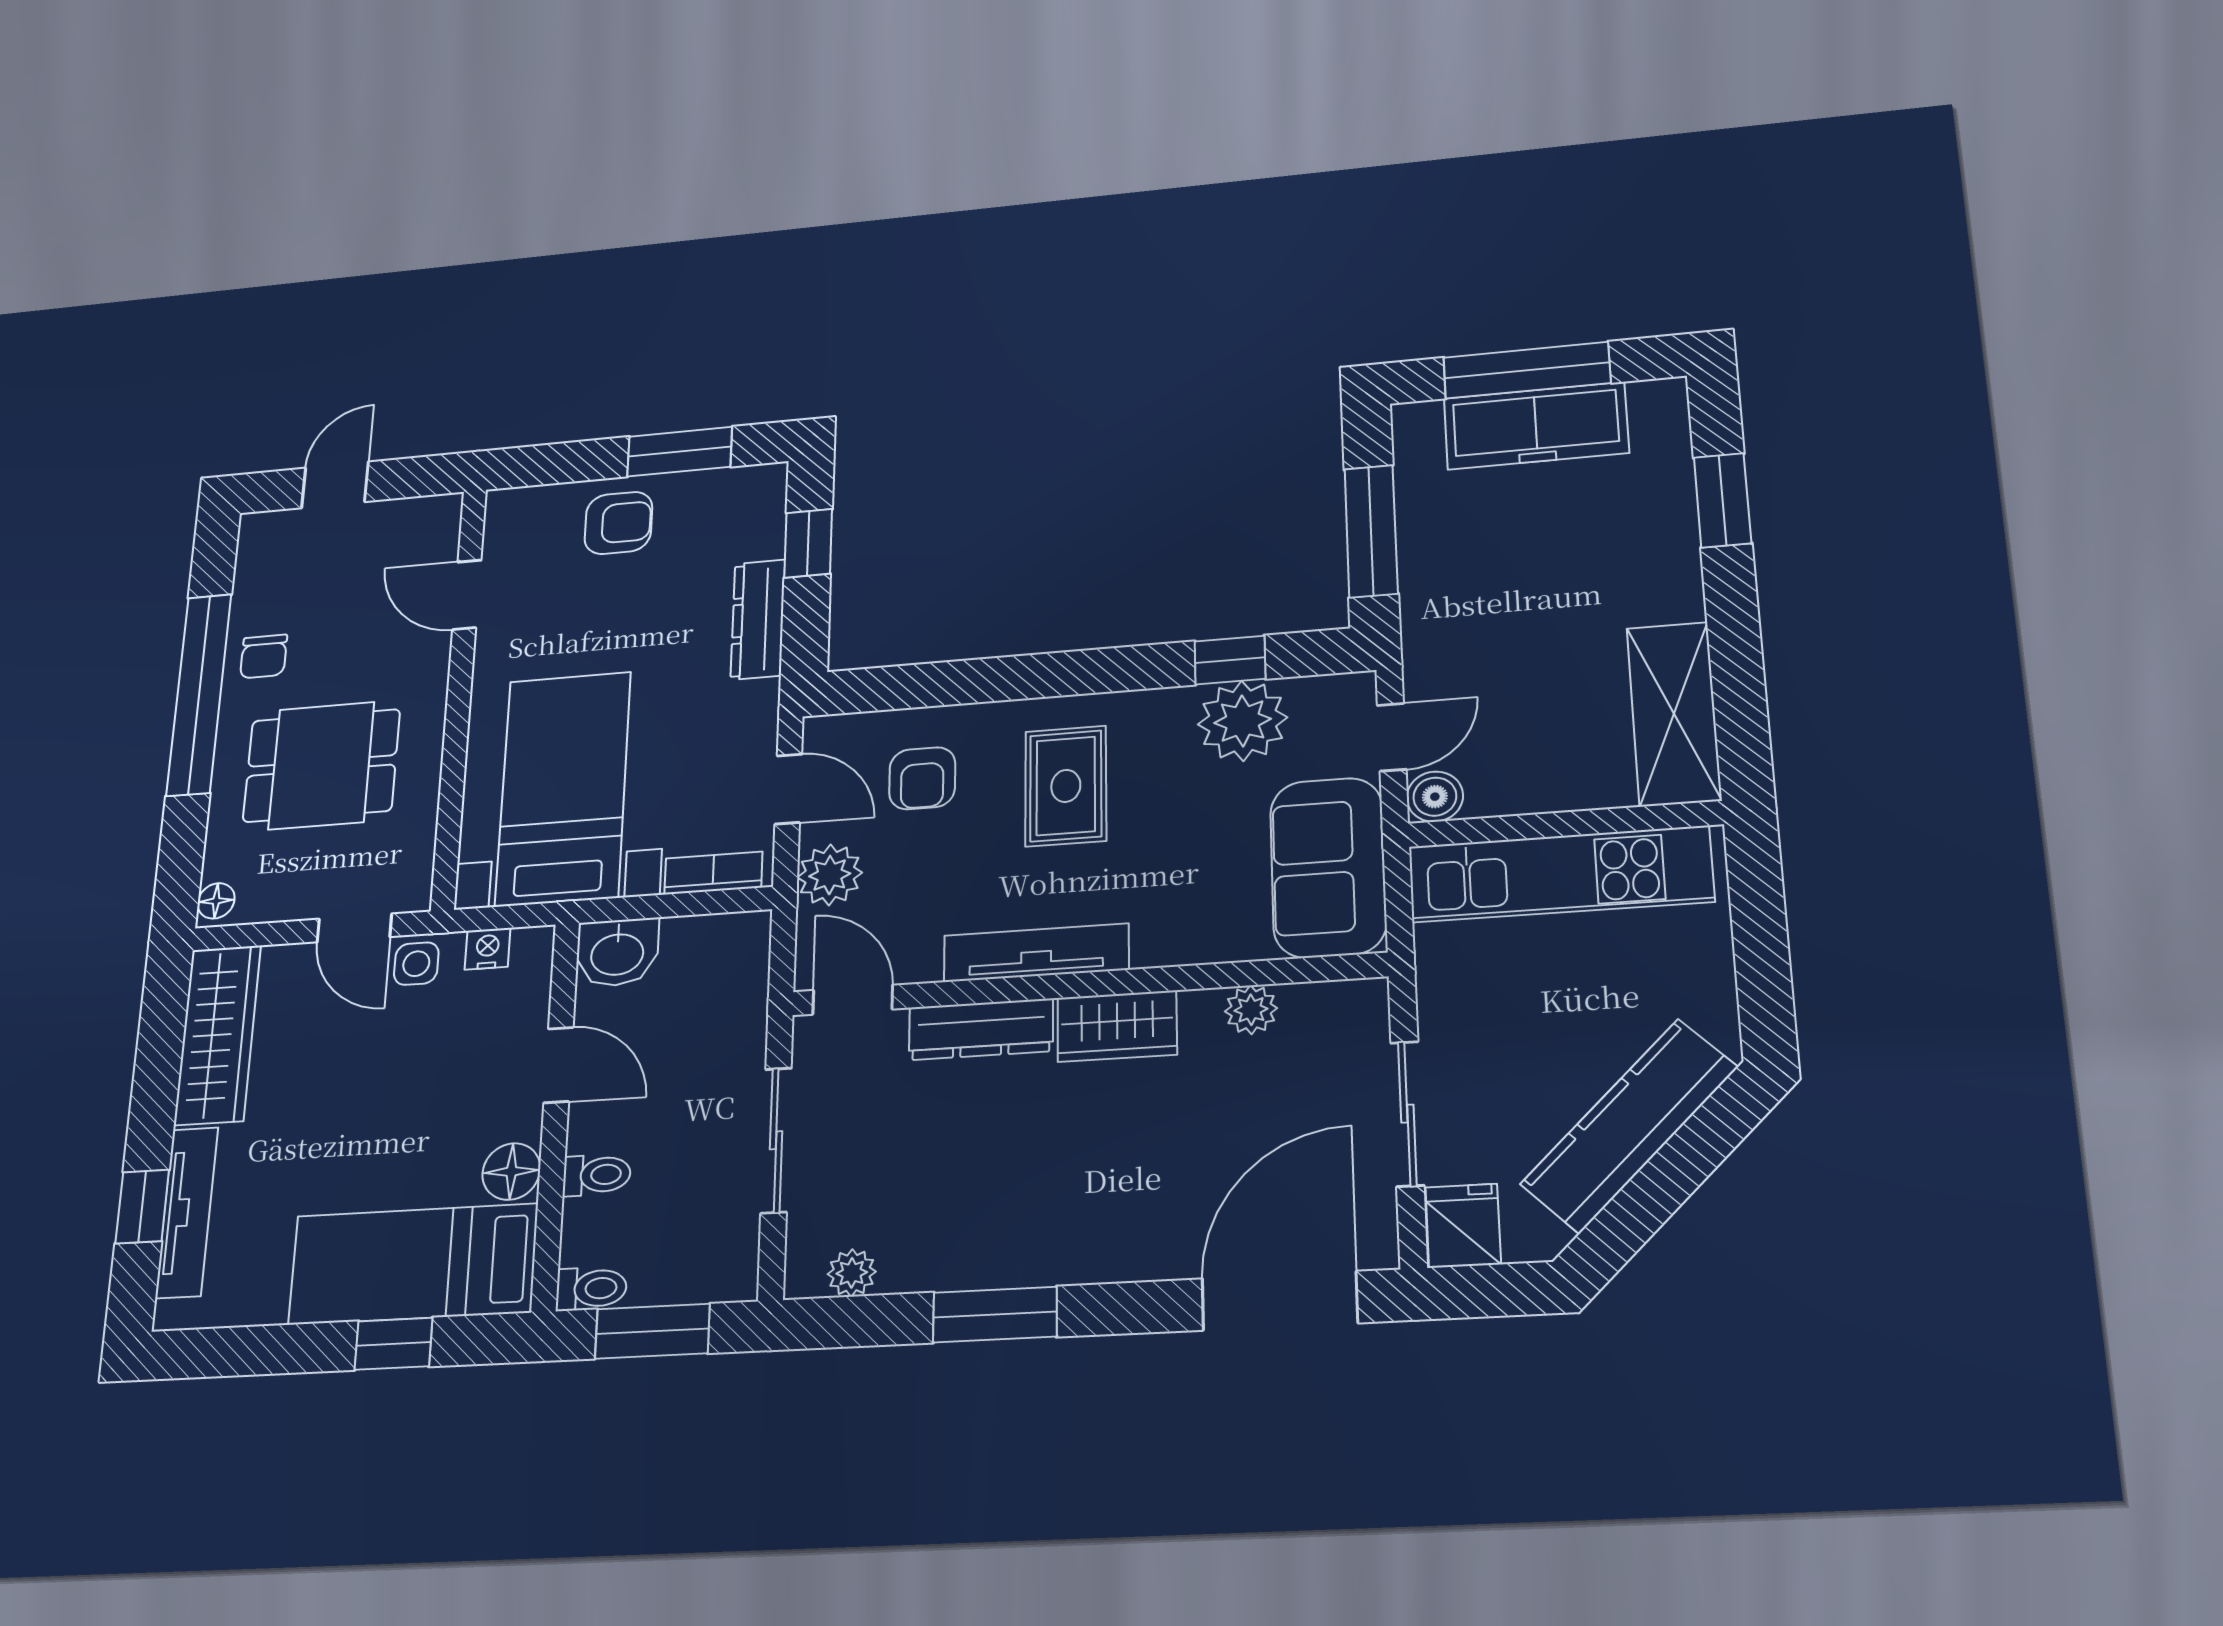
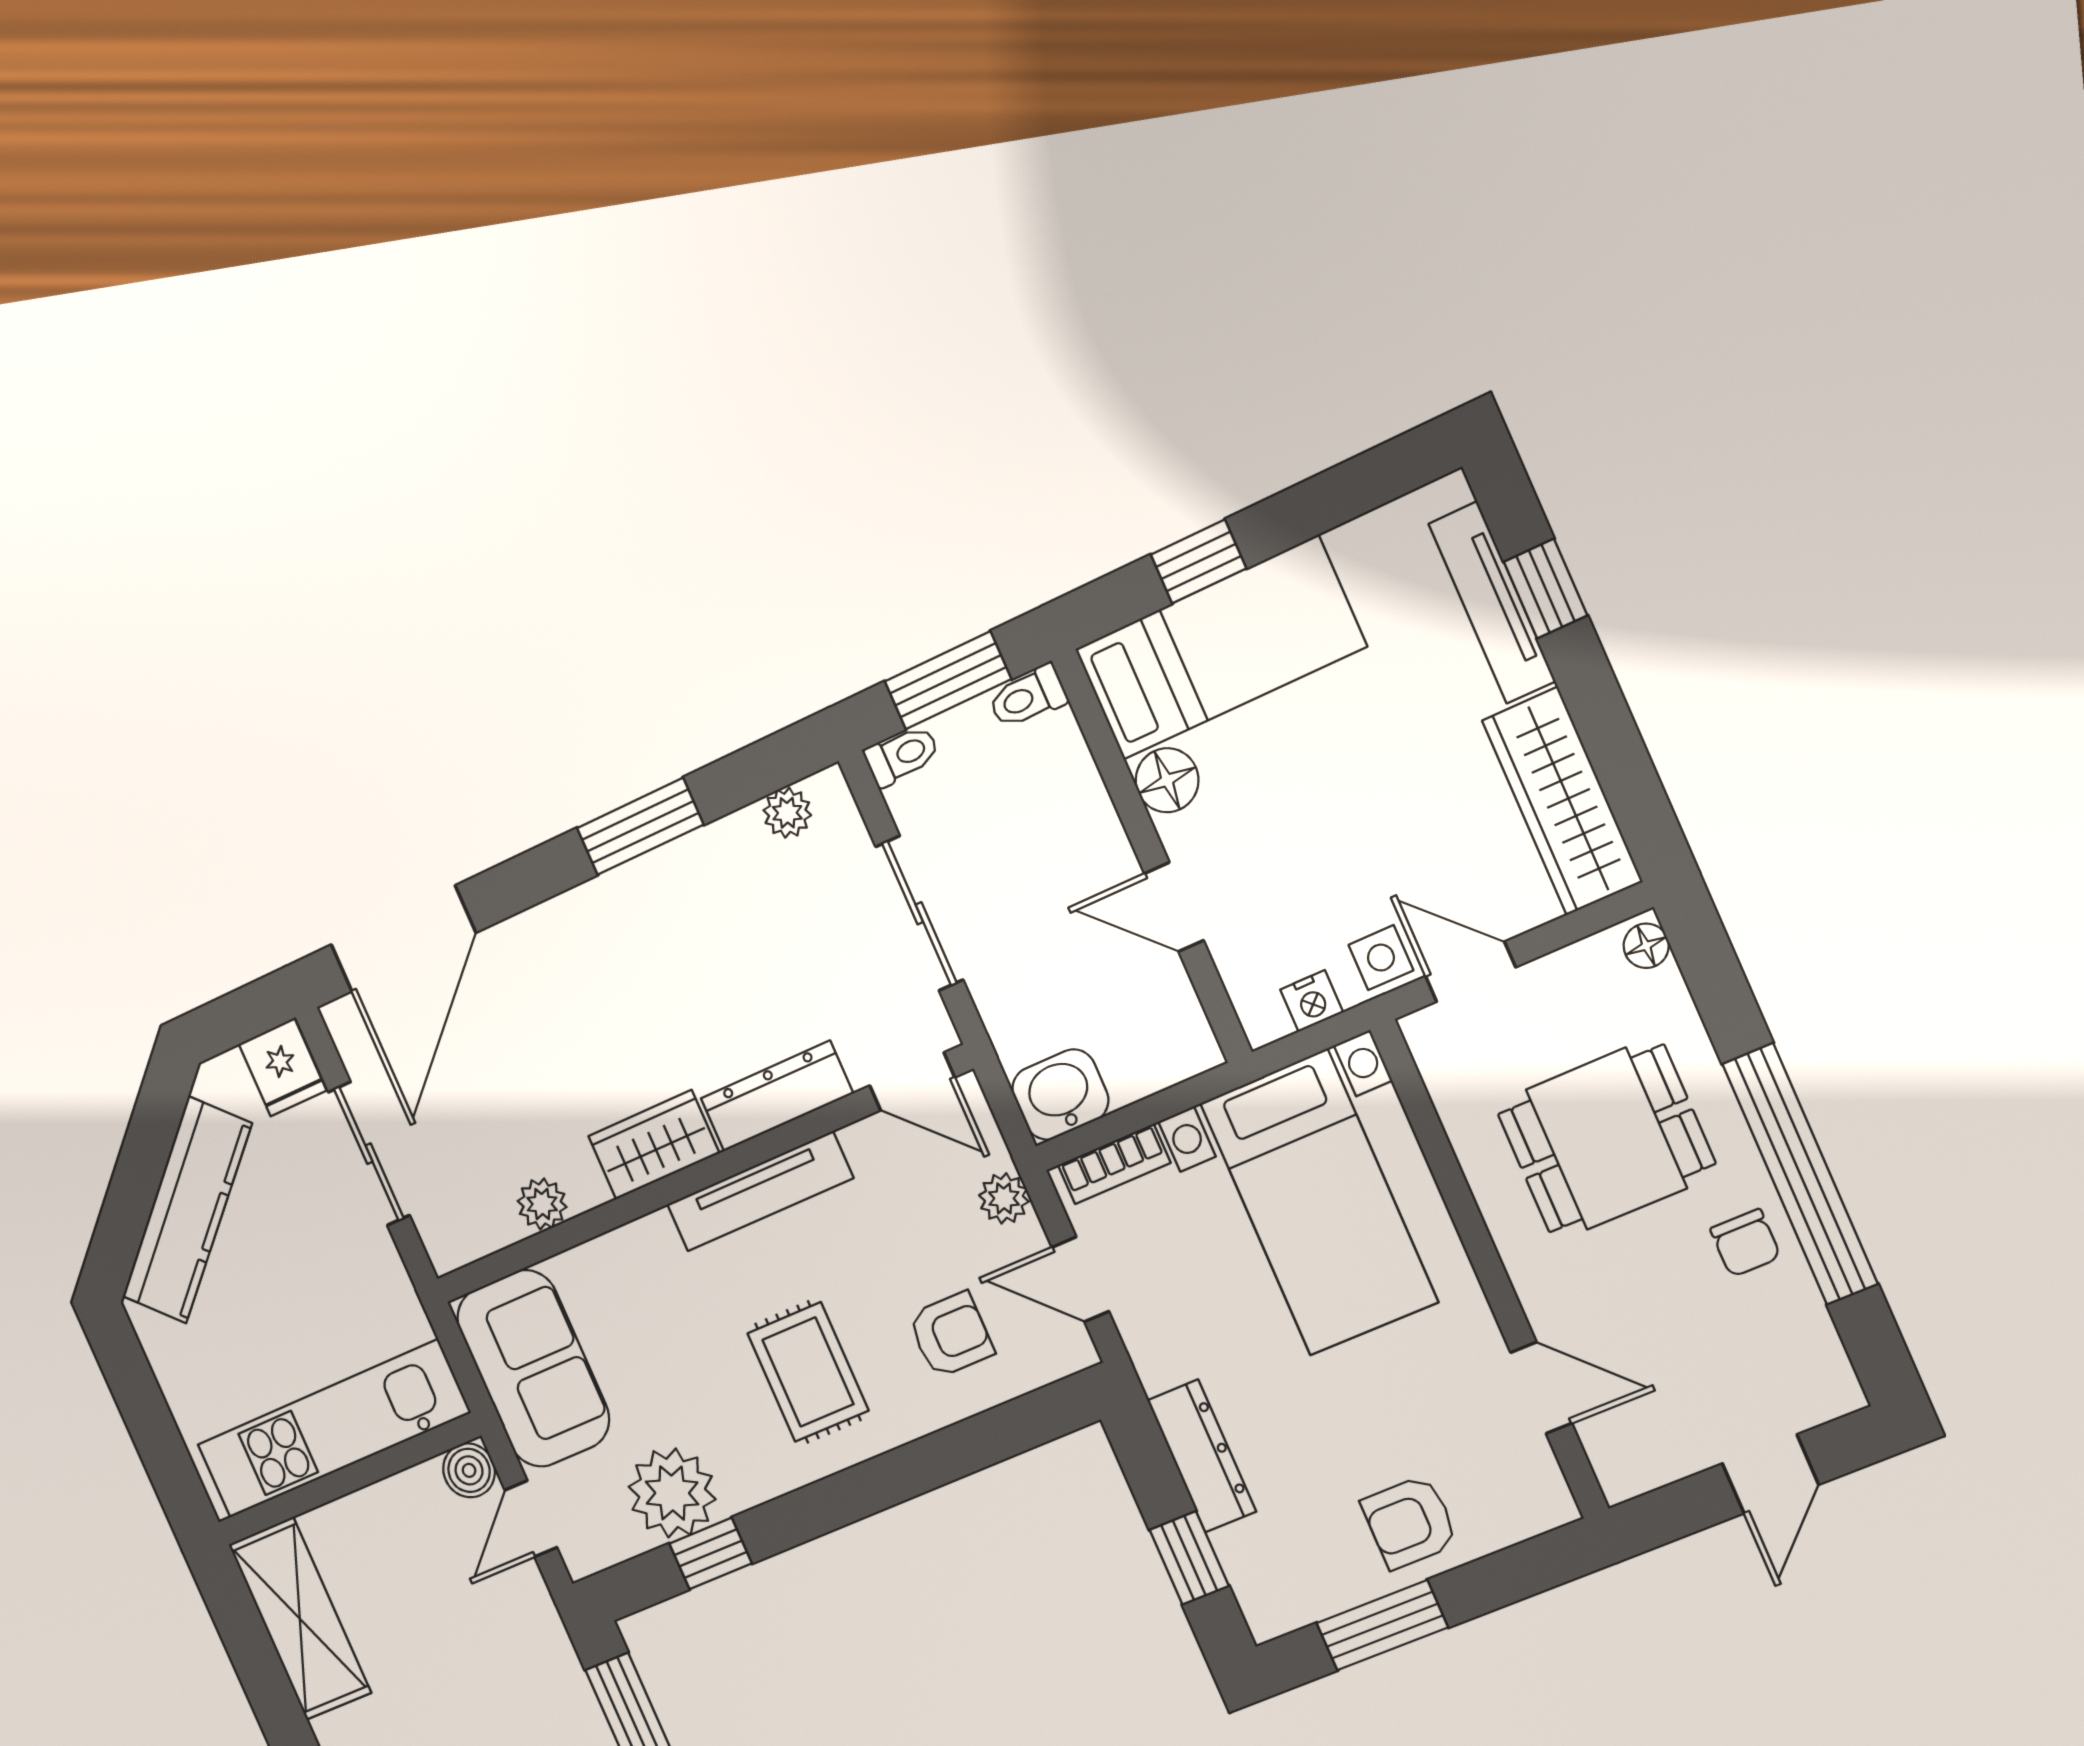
chair: (264, 656) -> (1745, 1243), turned 180
armchair: (922, 778) -> (951, 1335), turned 90
plant: (830, 875) -> (1004, 1198), width x0.73, depth x0.73
washbasin: (617, 953) -> (1060, 1095), moved
toilet: (597, 1175) -> (902, 755), moved, turned 180

